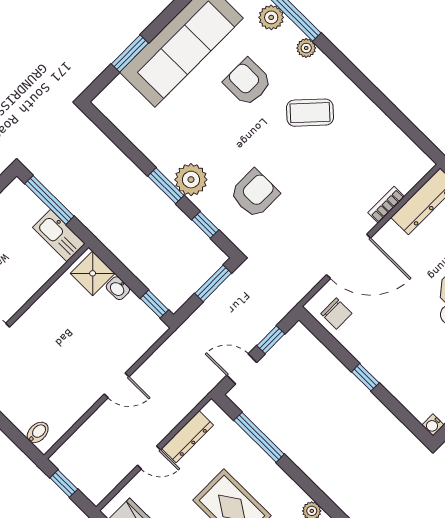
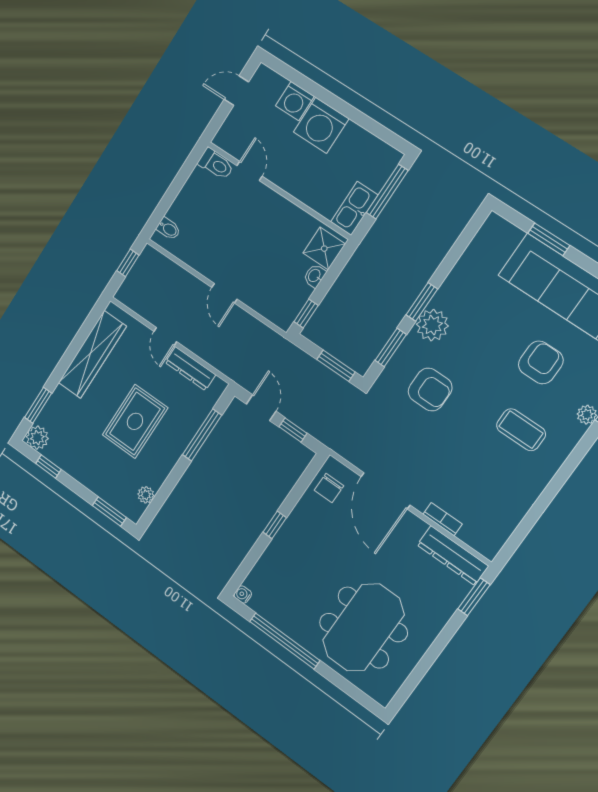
coffee table: (310, 113) -> (521, 430), turned -43
window: (205, 225) -> (391, 348), width x1.50

